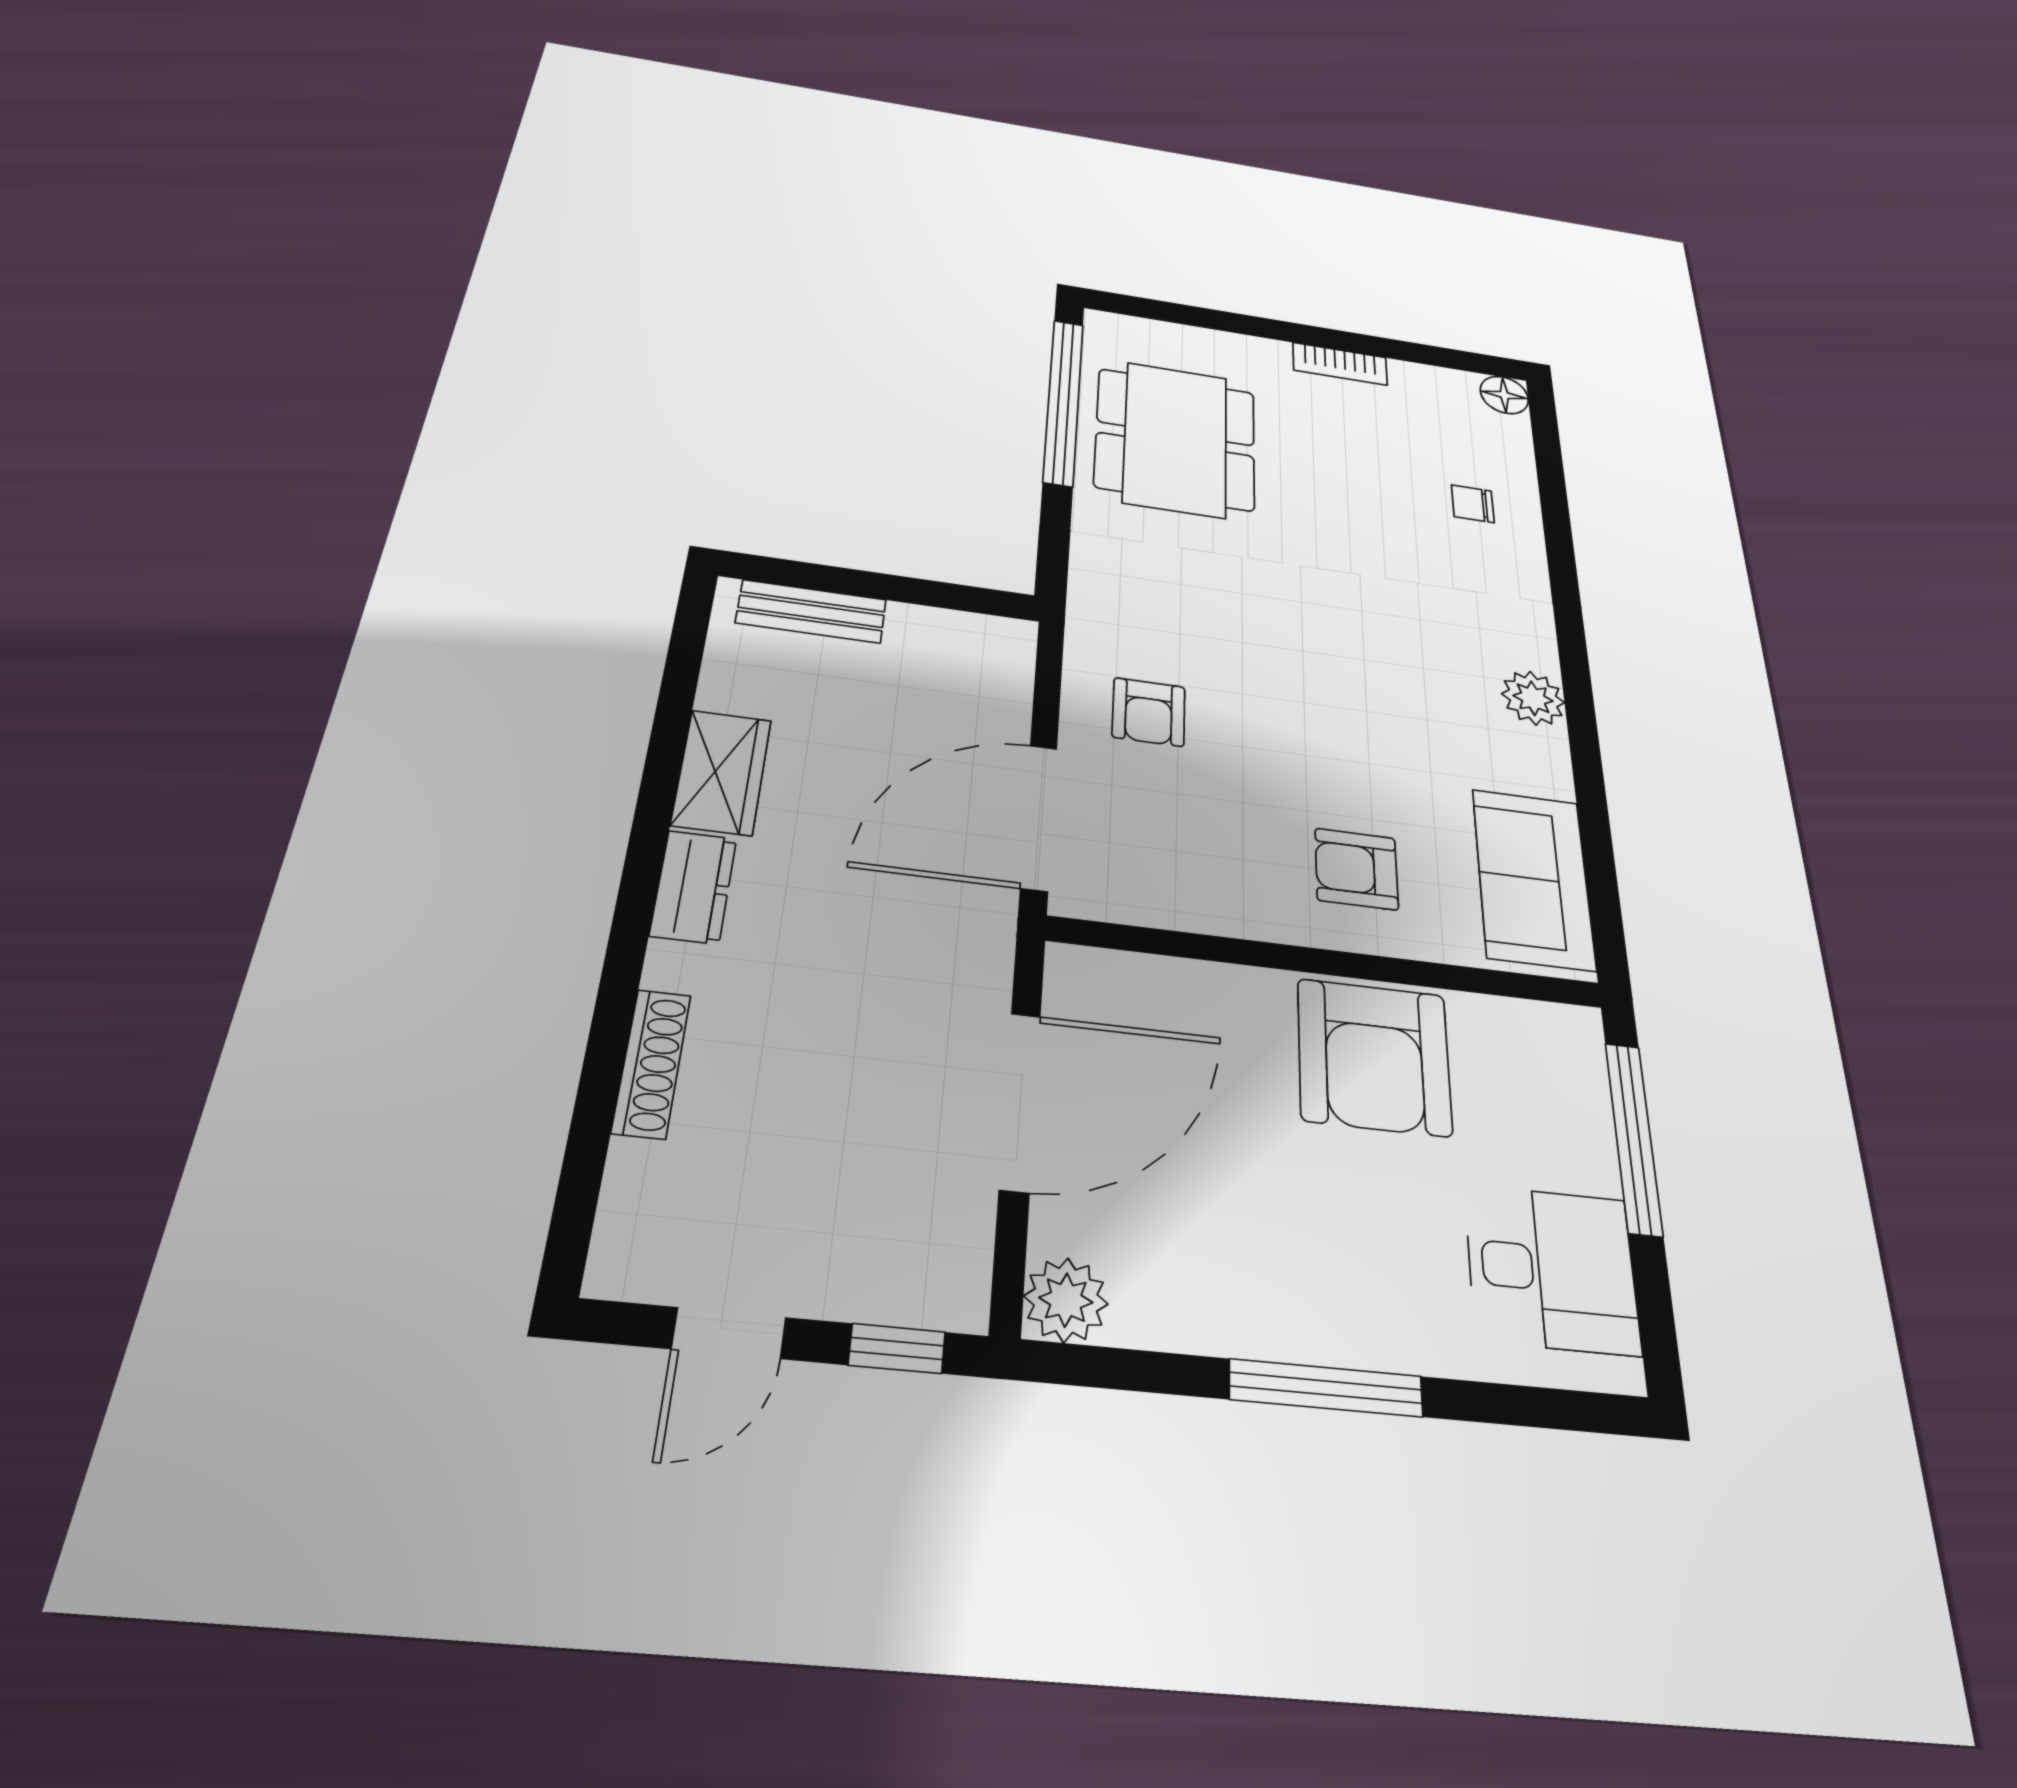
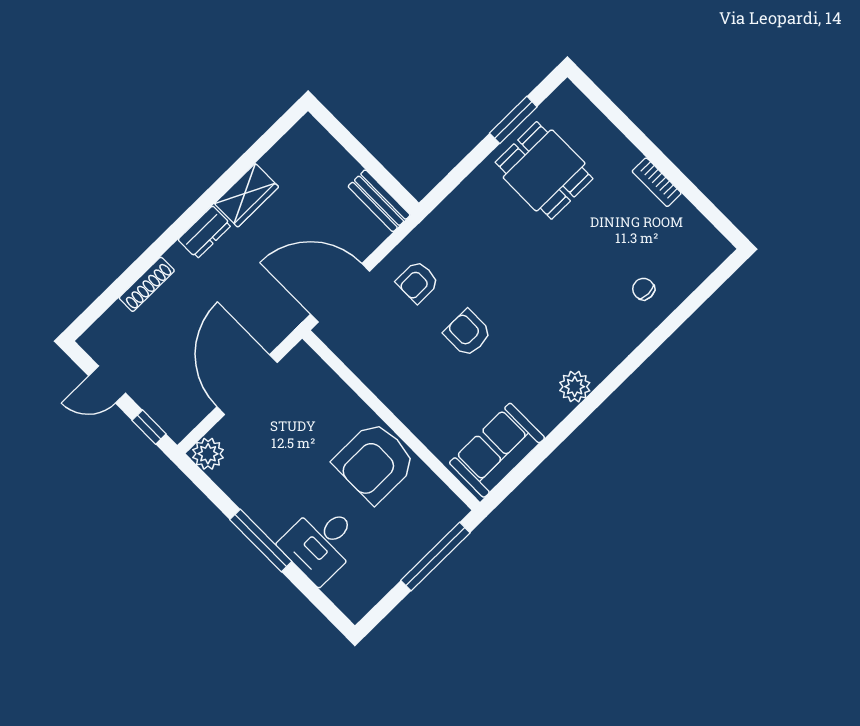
floor lamp: (1504, 395) -> (718, 249), removed
window: (1063, 401) -> (513, 120), width x0.47
dining table: (1176, 439) -> (544, 170), width x0.73
bench: (811, 611) -> (379, 201), moved
armchair: (1356, 869) -> (468, 333), moved
door: (1020, 1101) -> (247, 385), swing flipped
desk: (1552, 1269) -> (321, 543), moved, turned 90

